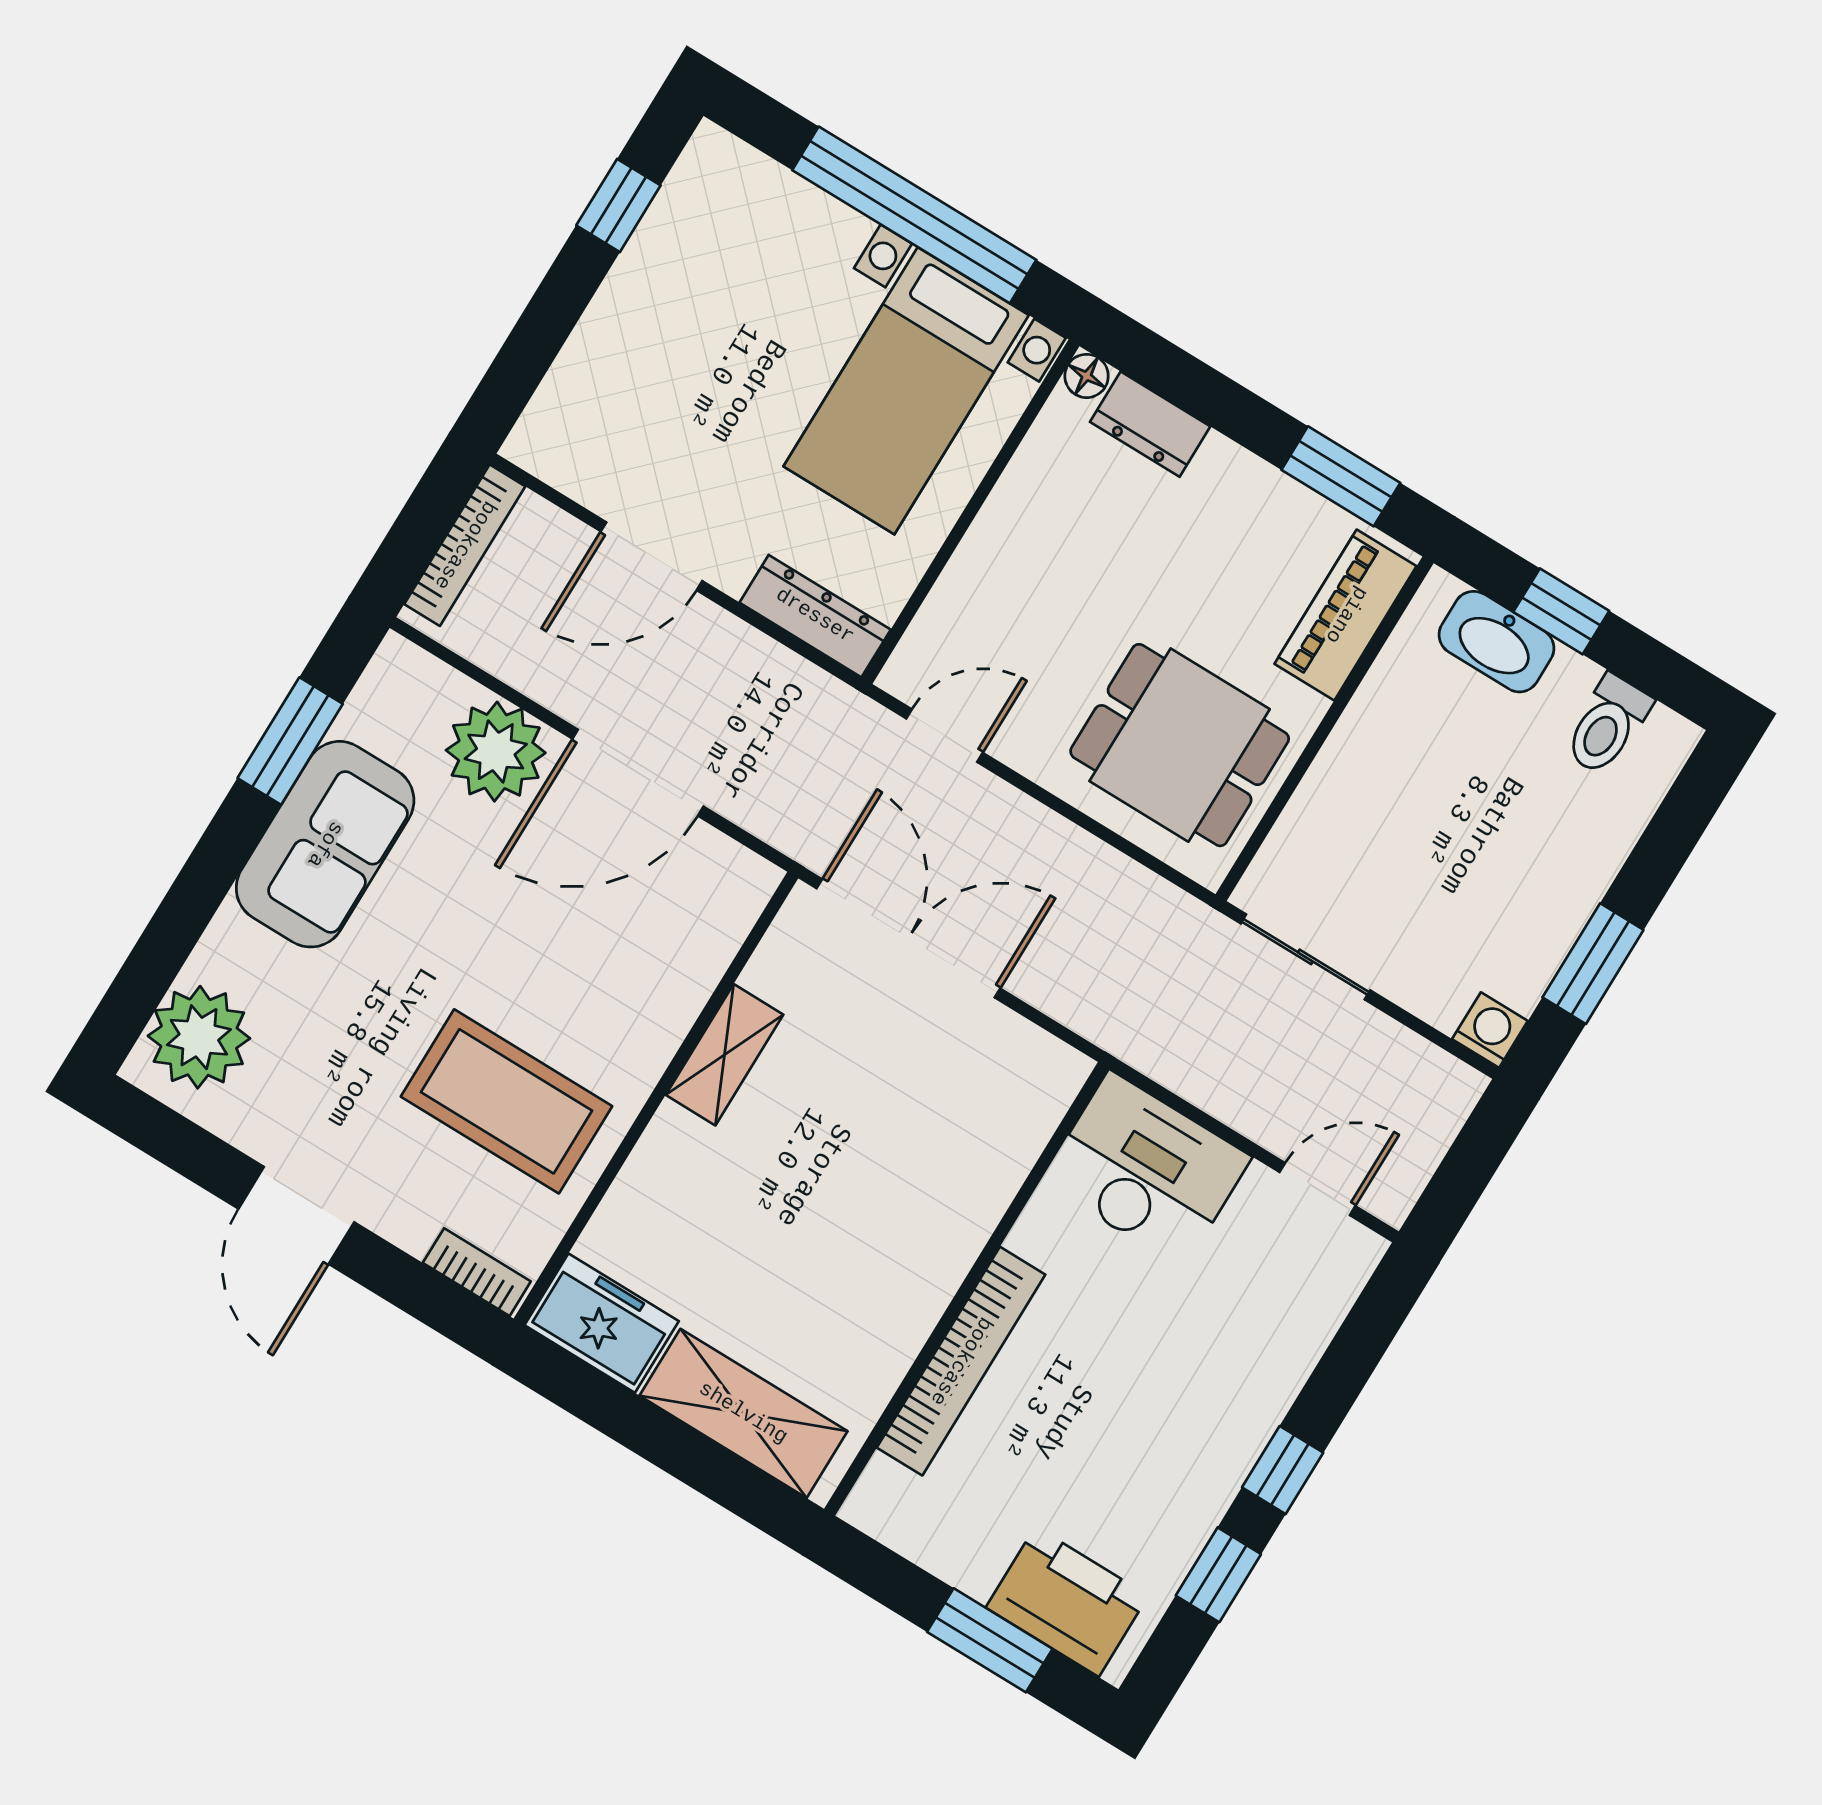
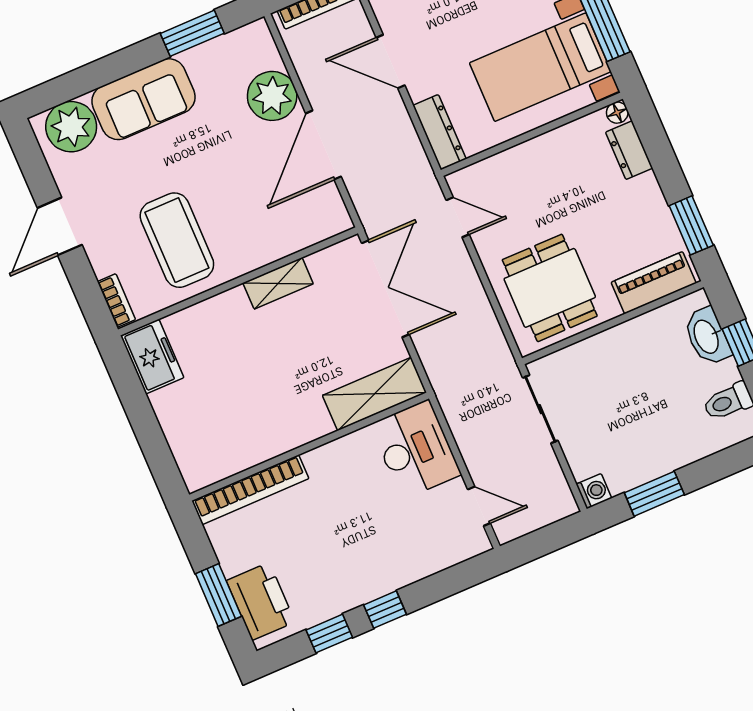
door: (638, 773) -> (323, 145), hinge flipped
sofa: (325, 844) -> (144, 99), moved
bookcase: (961, 1361) -> (250, 490), moved
shelving: (743, 1413) -> (375, 394), moved, turned 90

